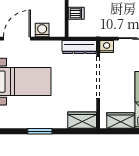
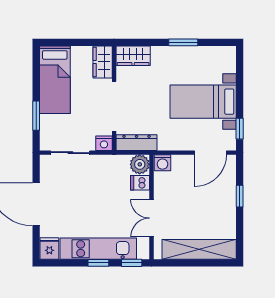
plant: (77, 29) -> (140, 164), added
washing machine: (42, 30) -> (163, 163), moved
wardrobe: (120, 121) -> (103, 62), moved, turned 90

